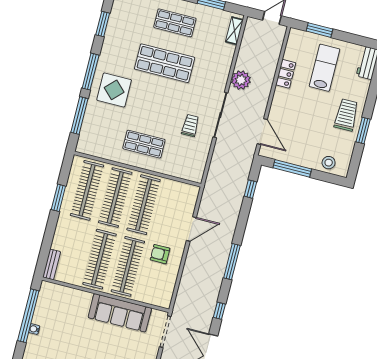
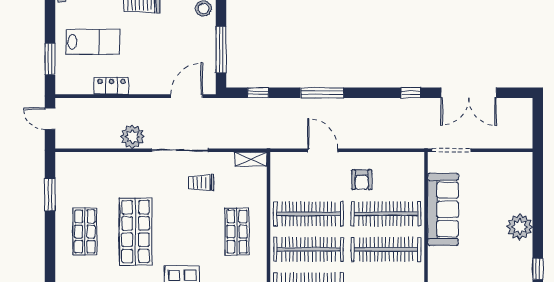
shelving: (234, 31) -> (251, 159), moved
lab bench: (325, 68) -> (93, 42), turned 180
window: (232, 262) -> (322, 93), moved

